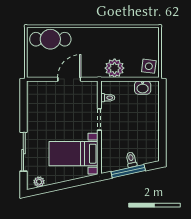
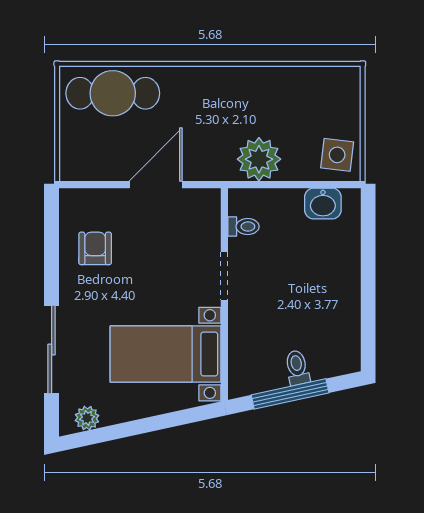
armchair: (43, 107) -> (95, 248), added

